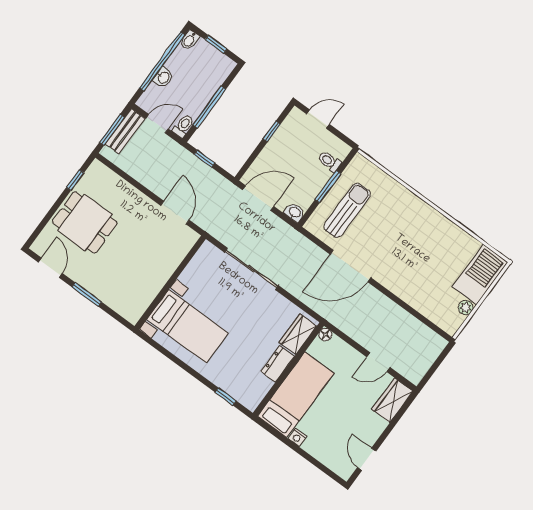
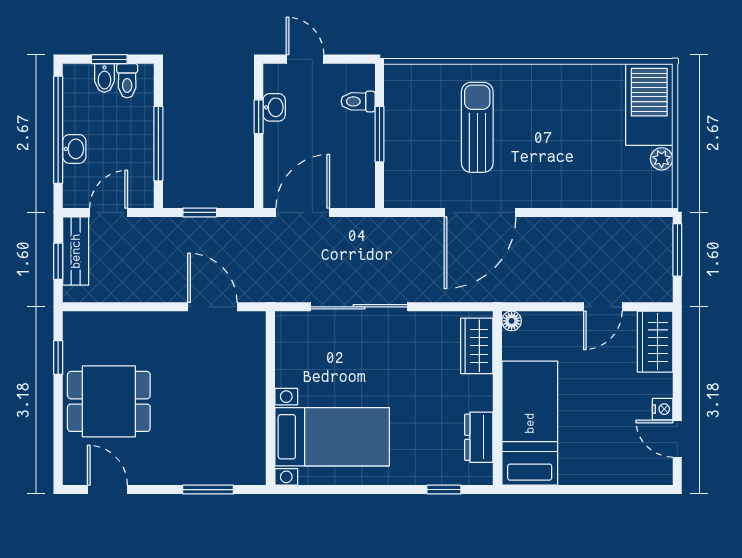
bidet: (190, 40) -> (104, 78), moved
door: (318, 119) -> (305, 59), hinge flipped
toilet: (183, 126) -> (127, 81), moved, turned 180
window: (112, 130) -> (58, 261), width x0.67
sun lounger: (347, 210) -> (477, 127), moved
washbasin: (295, 212) -> (274, 107), moved, turned 90
window: (87, 294) -> (208, 490), moved
window: (439, 361) -> (677, 250), added
dresser: (278, 364) -> (479, 437), moved
nightstand: (297, 437) -> (663, 409), moved, turned -90

